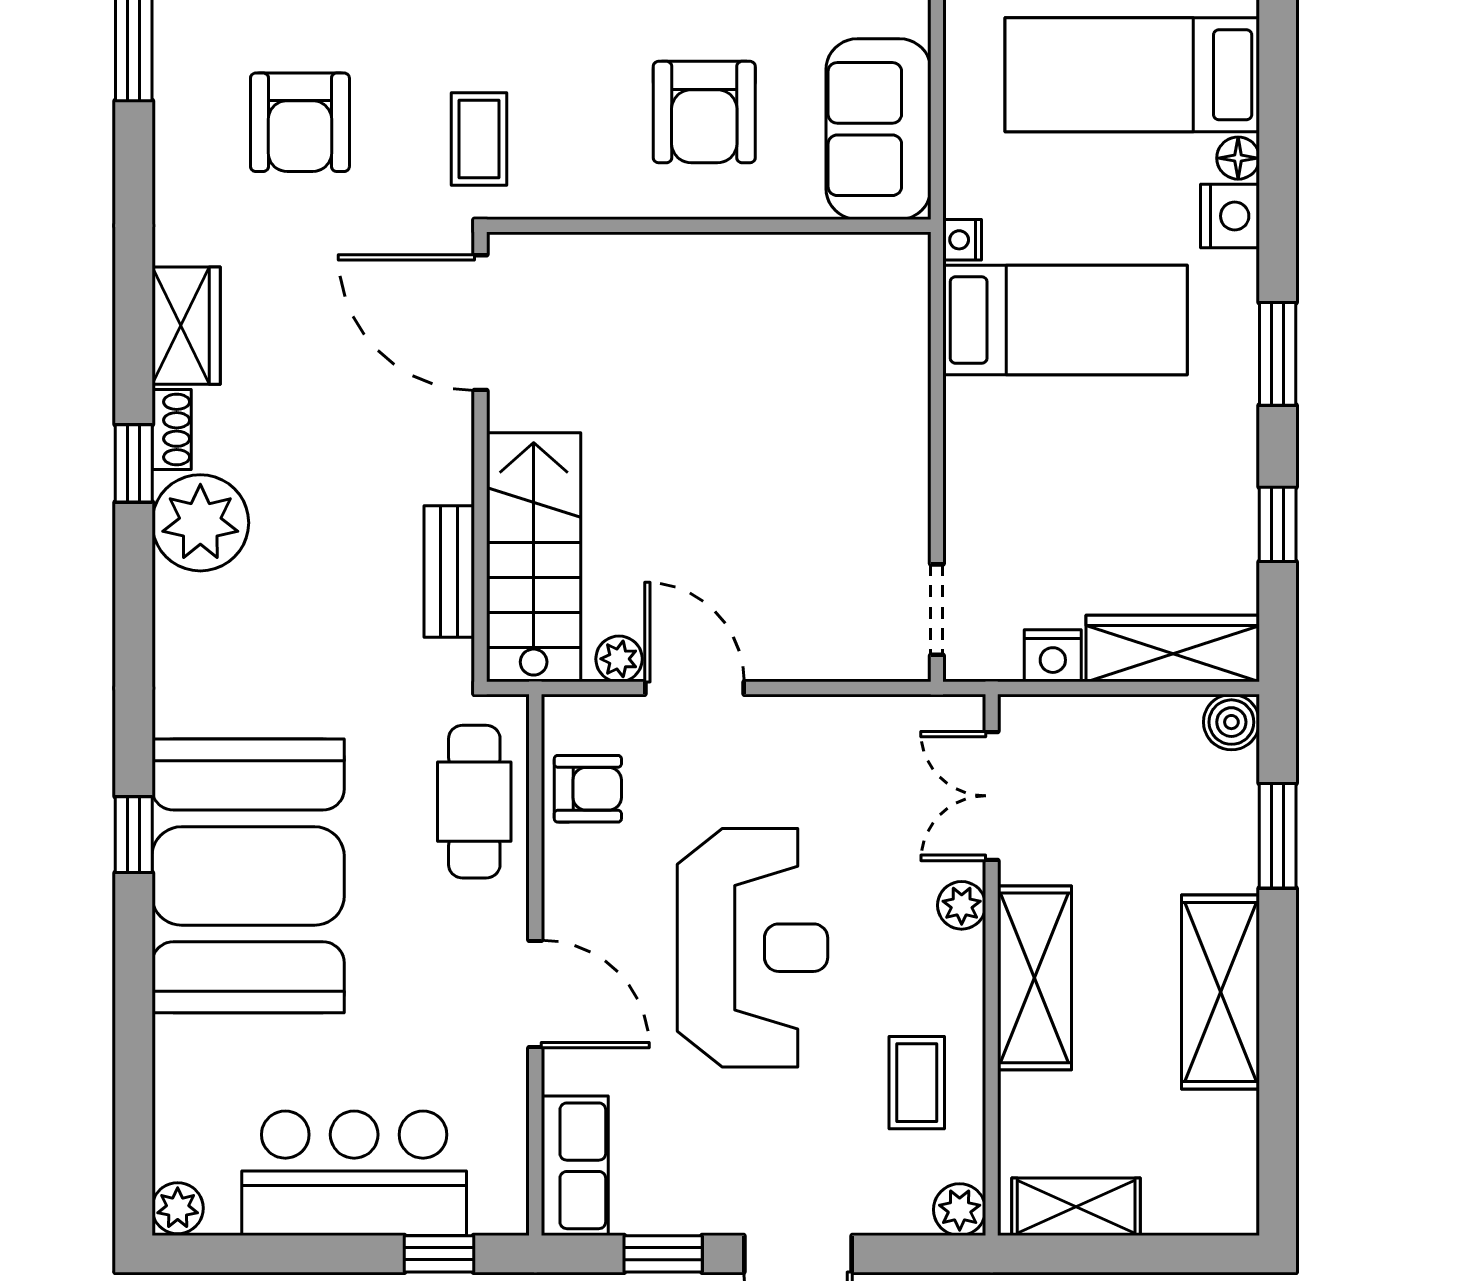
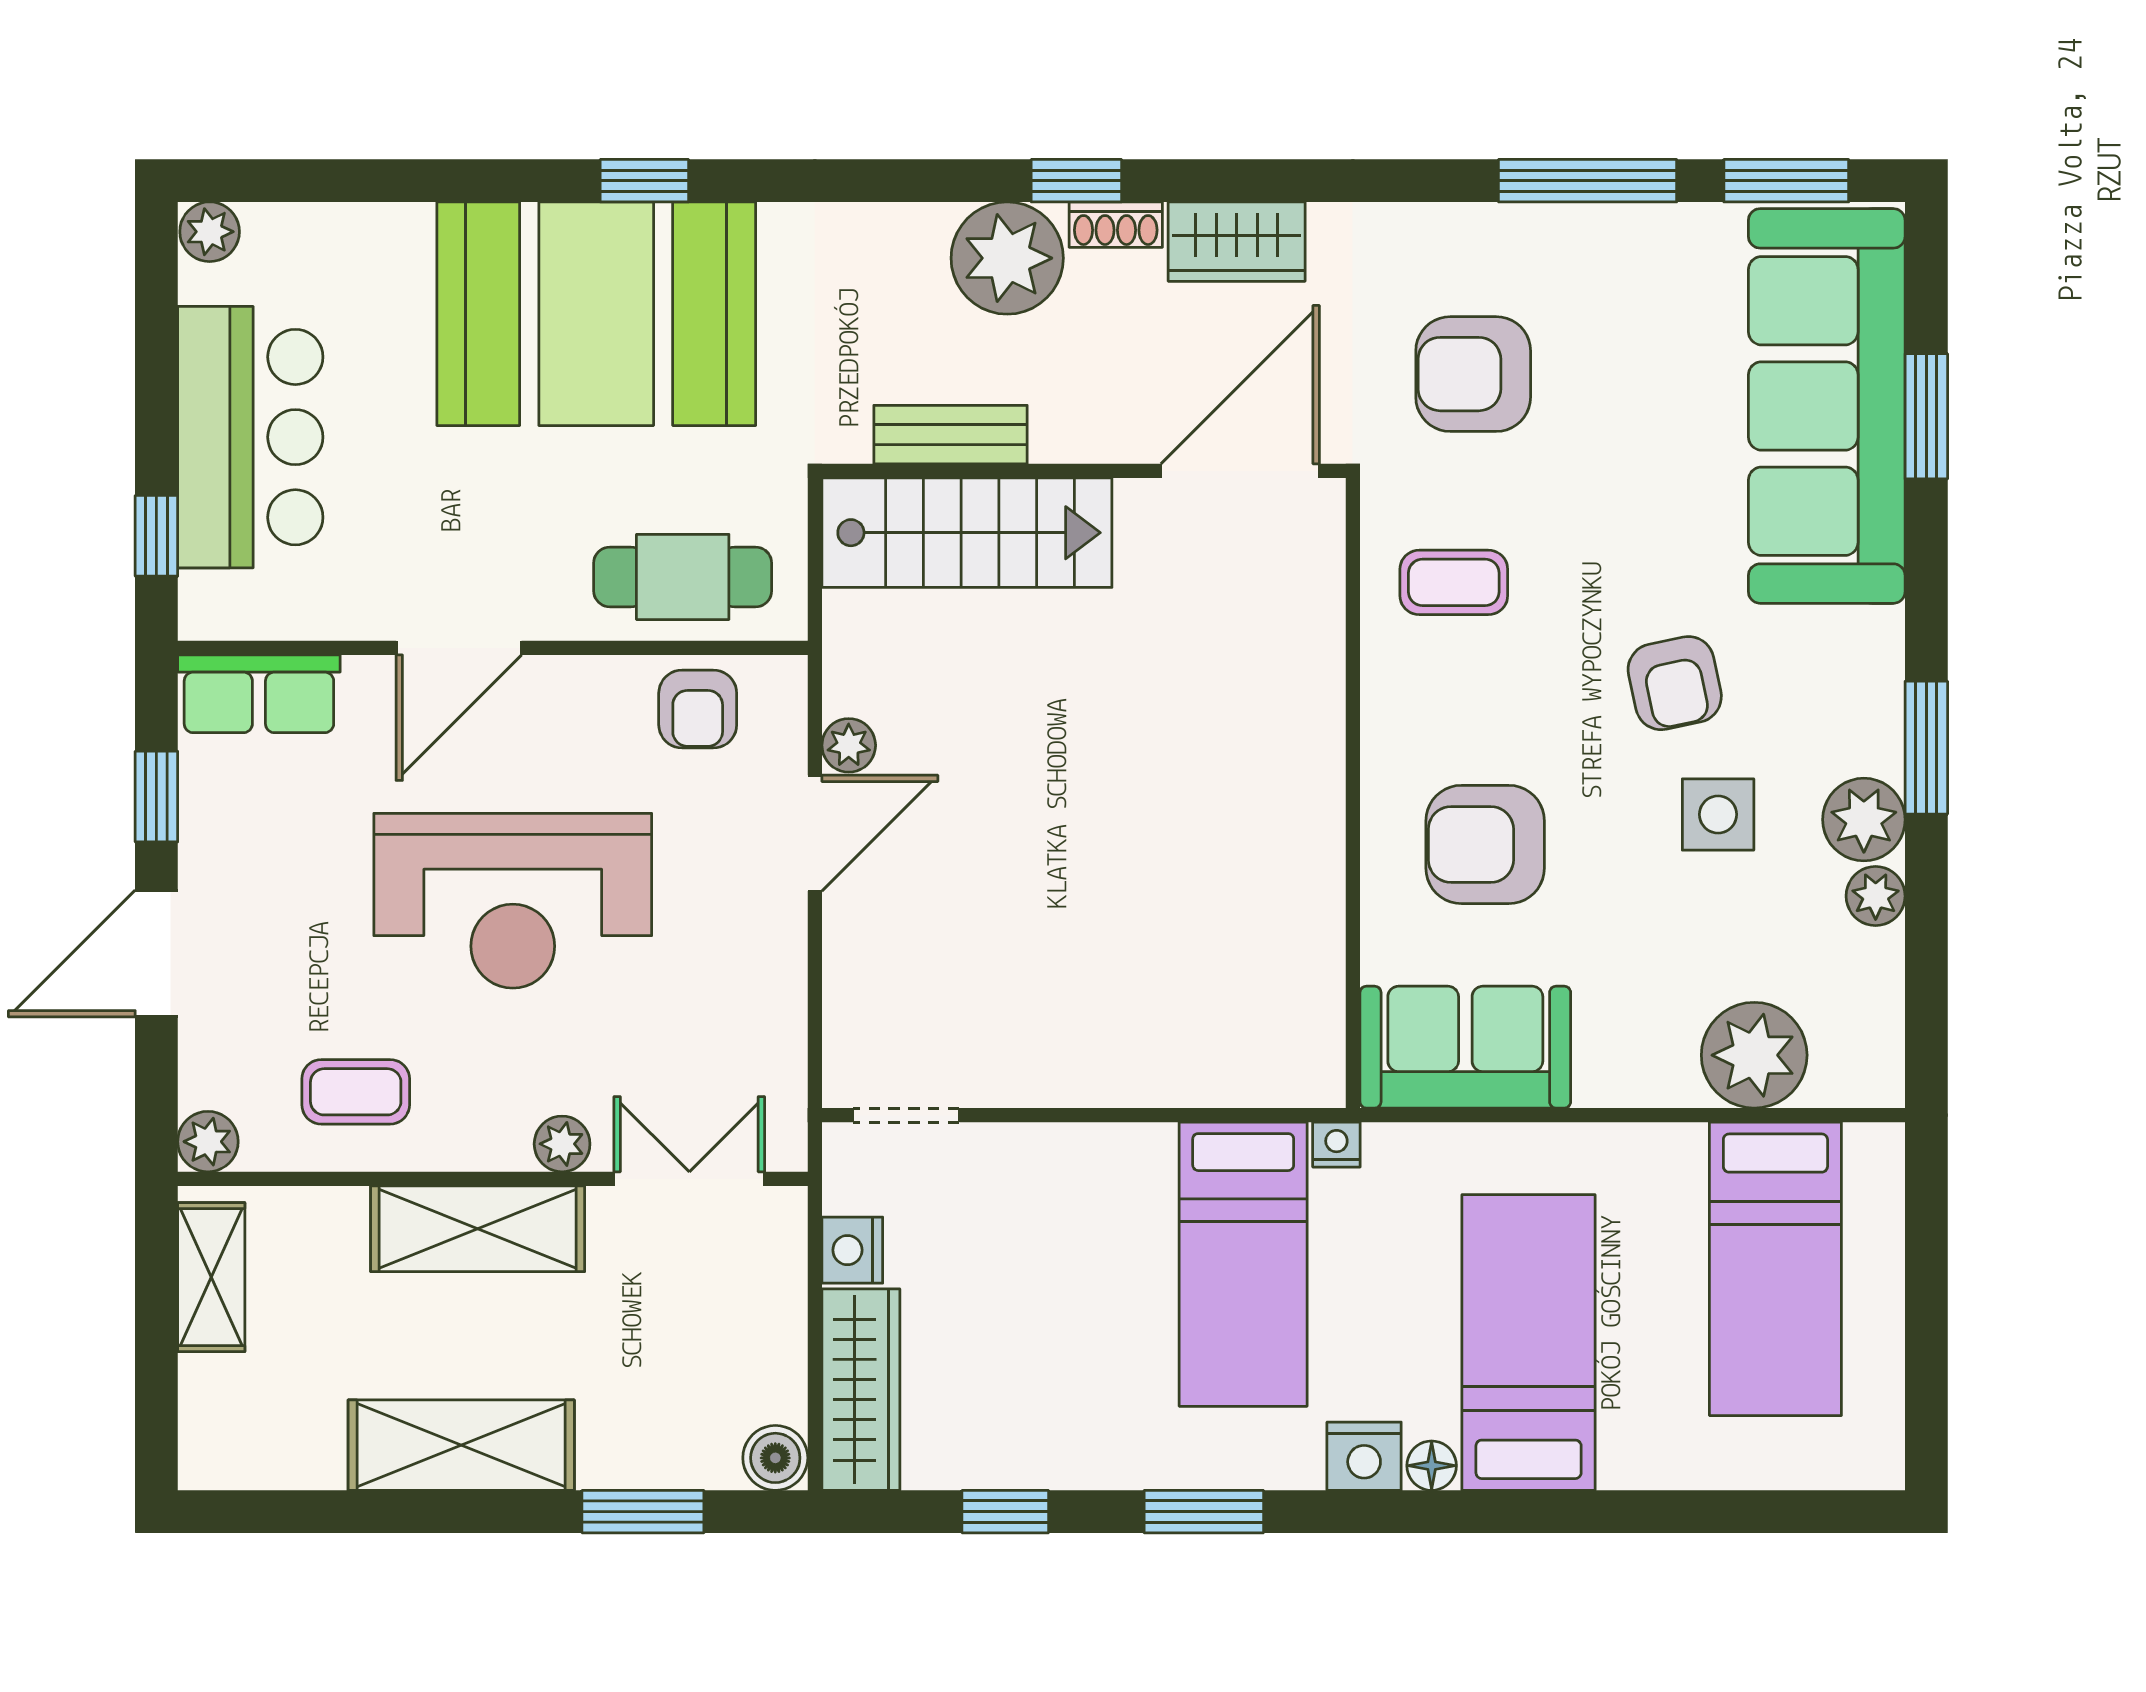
door: (481, 323) -> (1240, 471), moved
wall: (481, 457) -> (1084, 471), moved
stairs: (534, 557) -> (967, 533), moved
bench: (449, 572) -> (950, 435), moved

